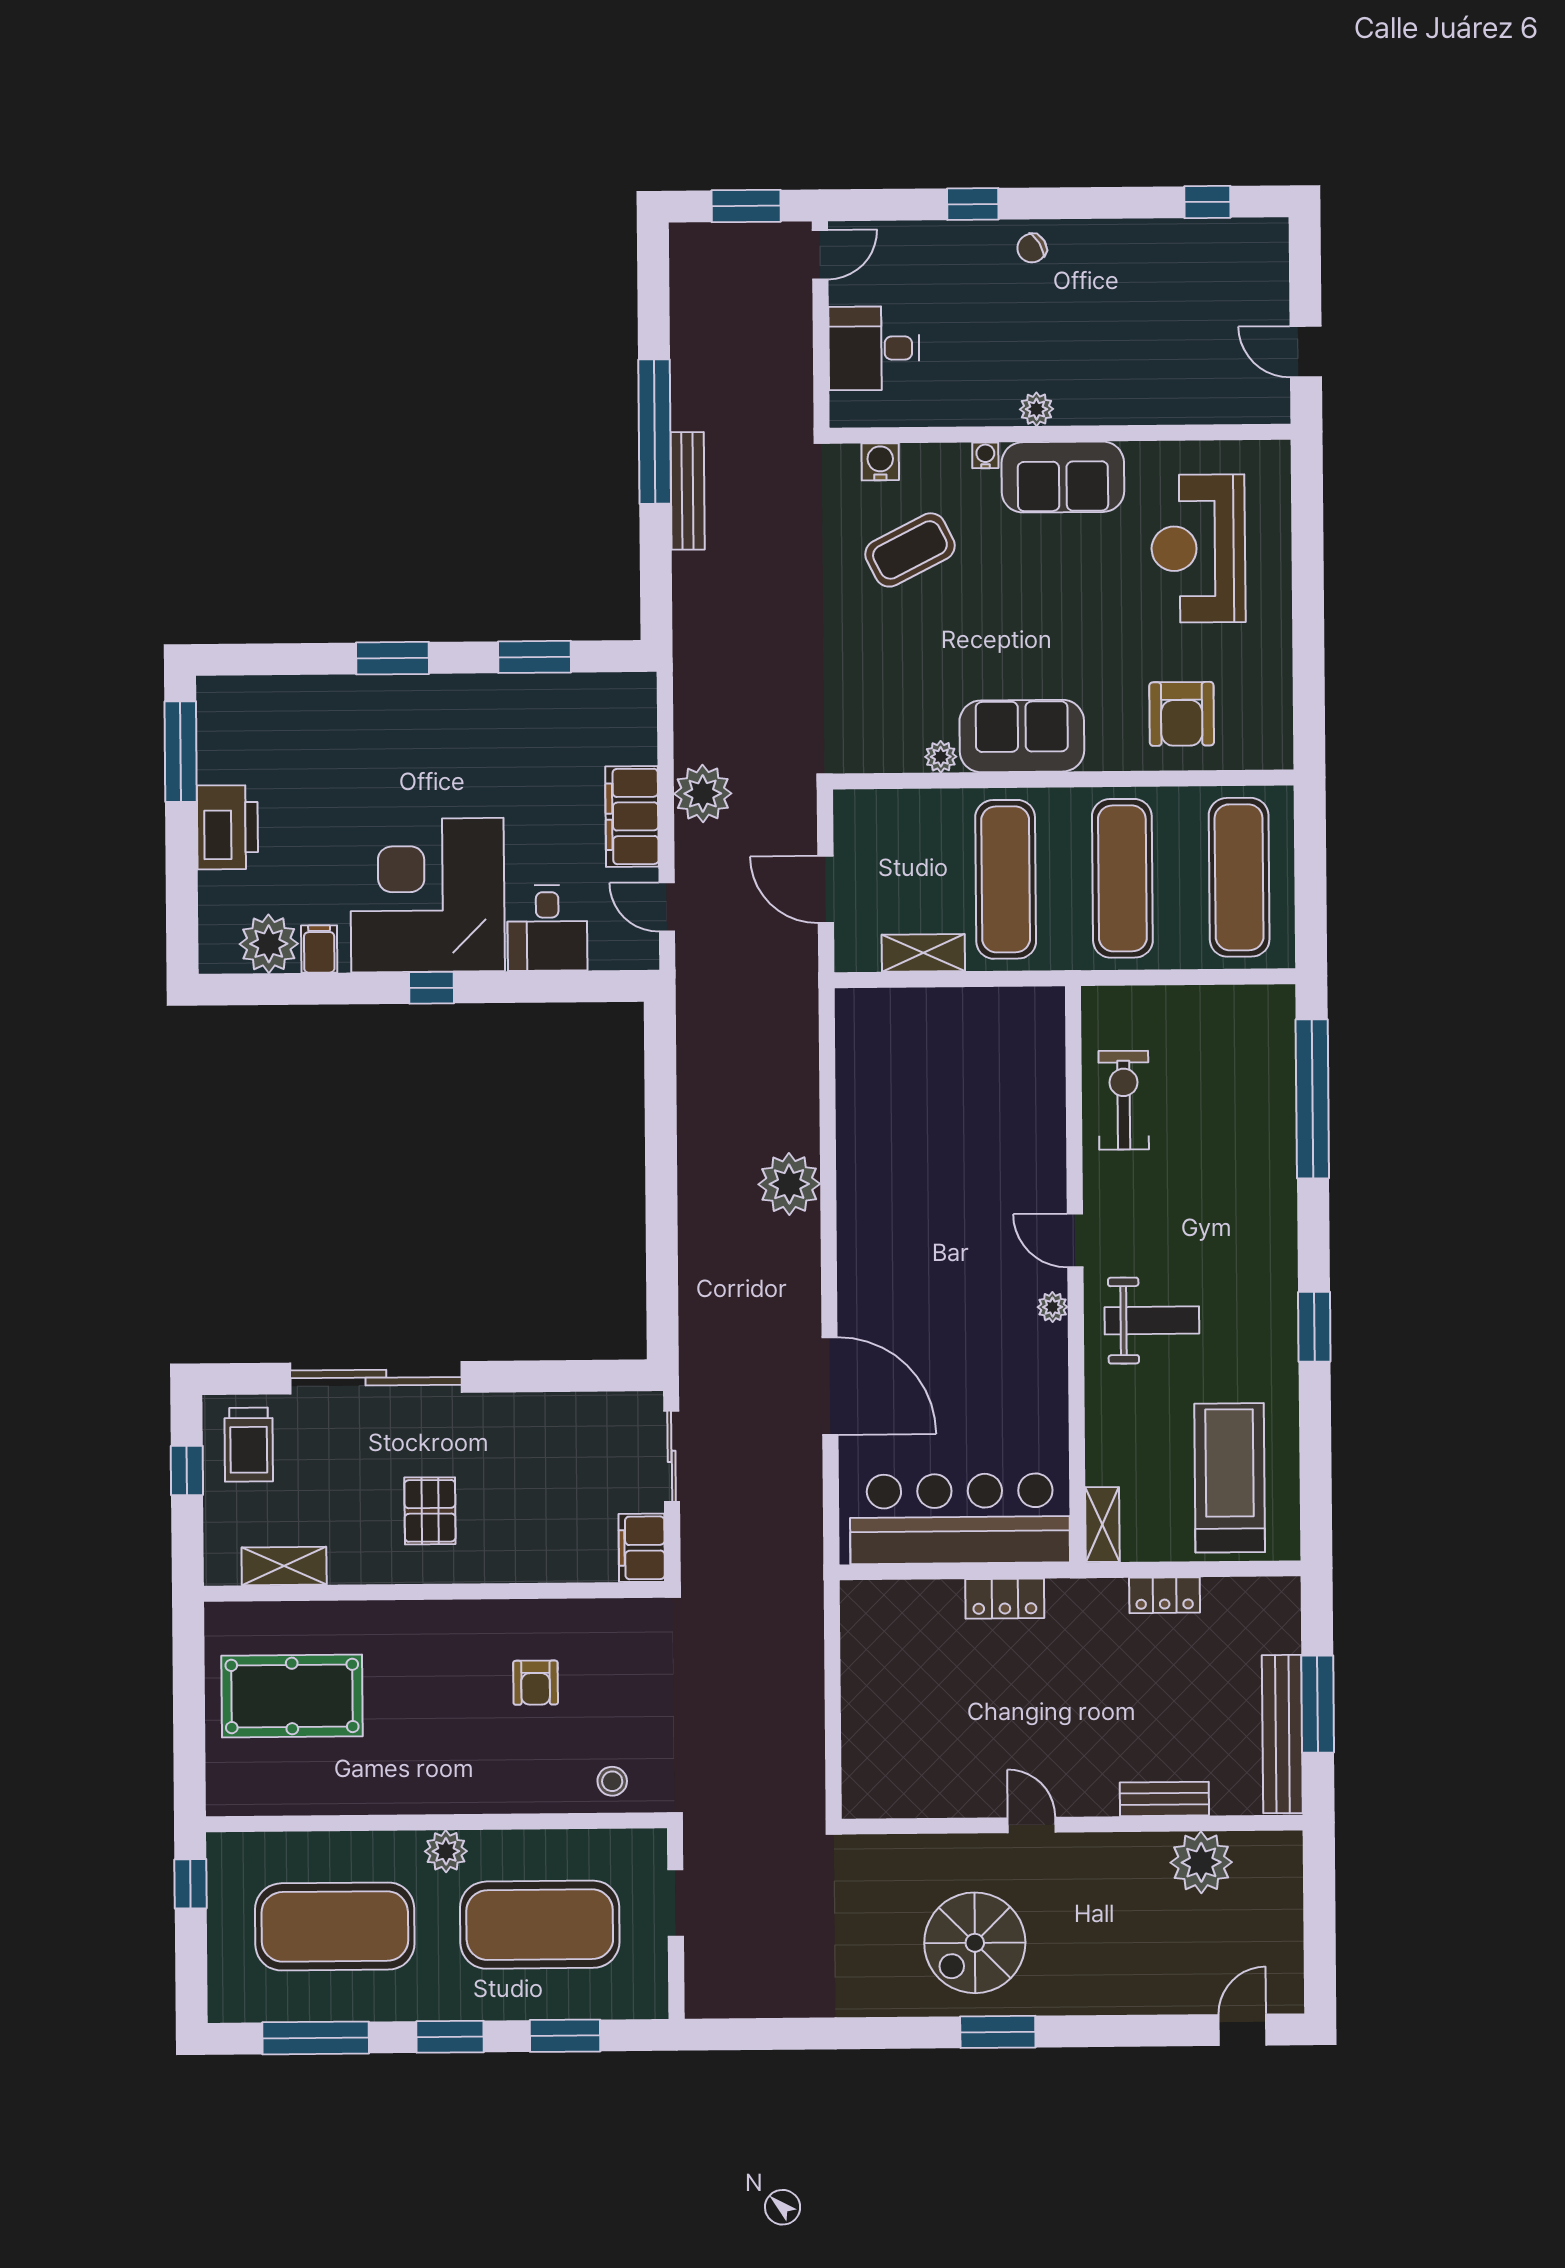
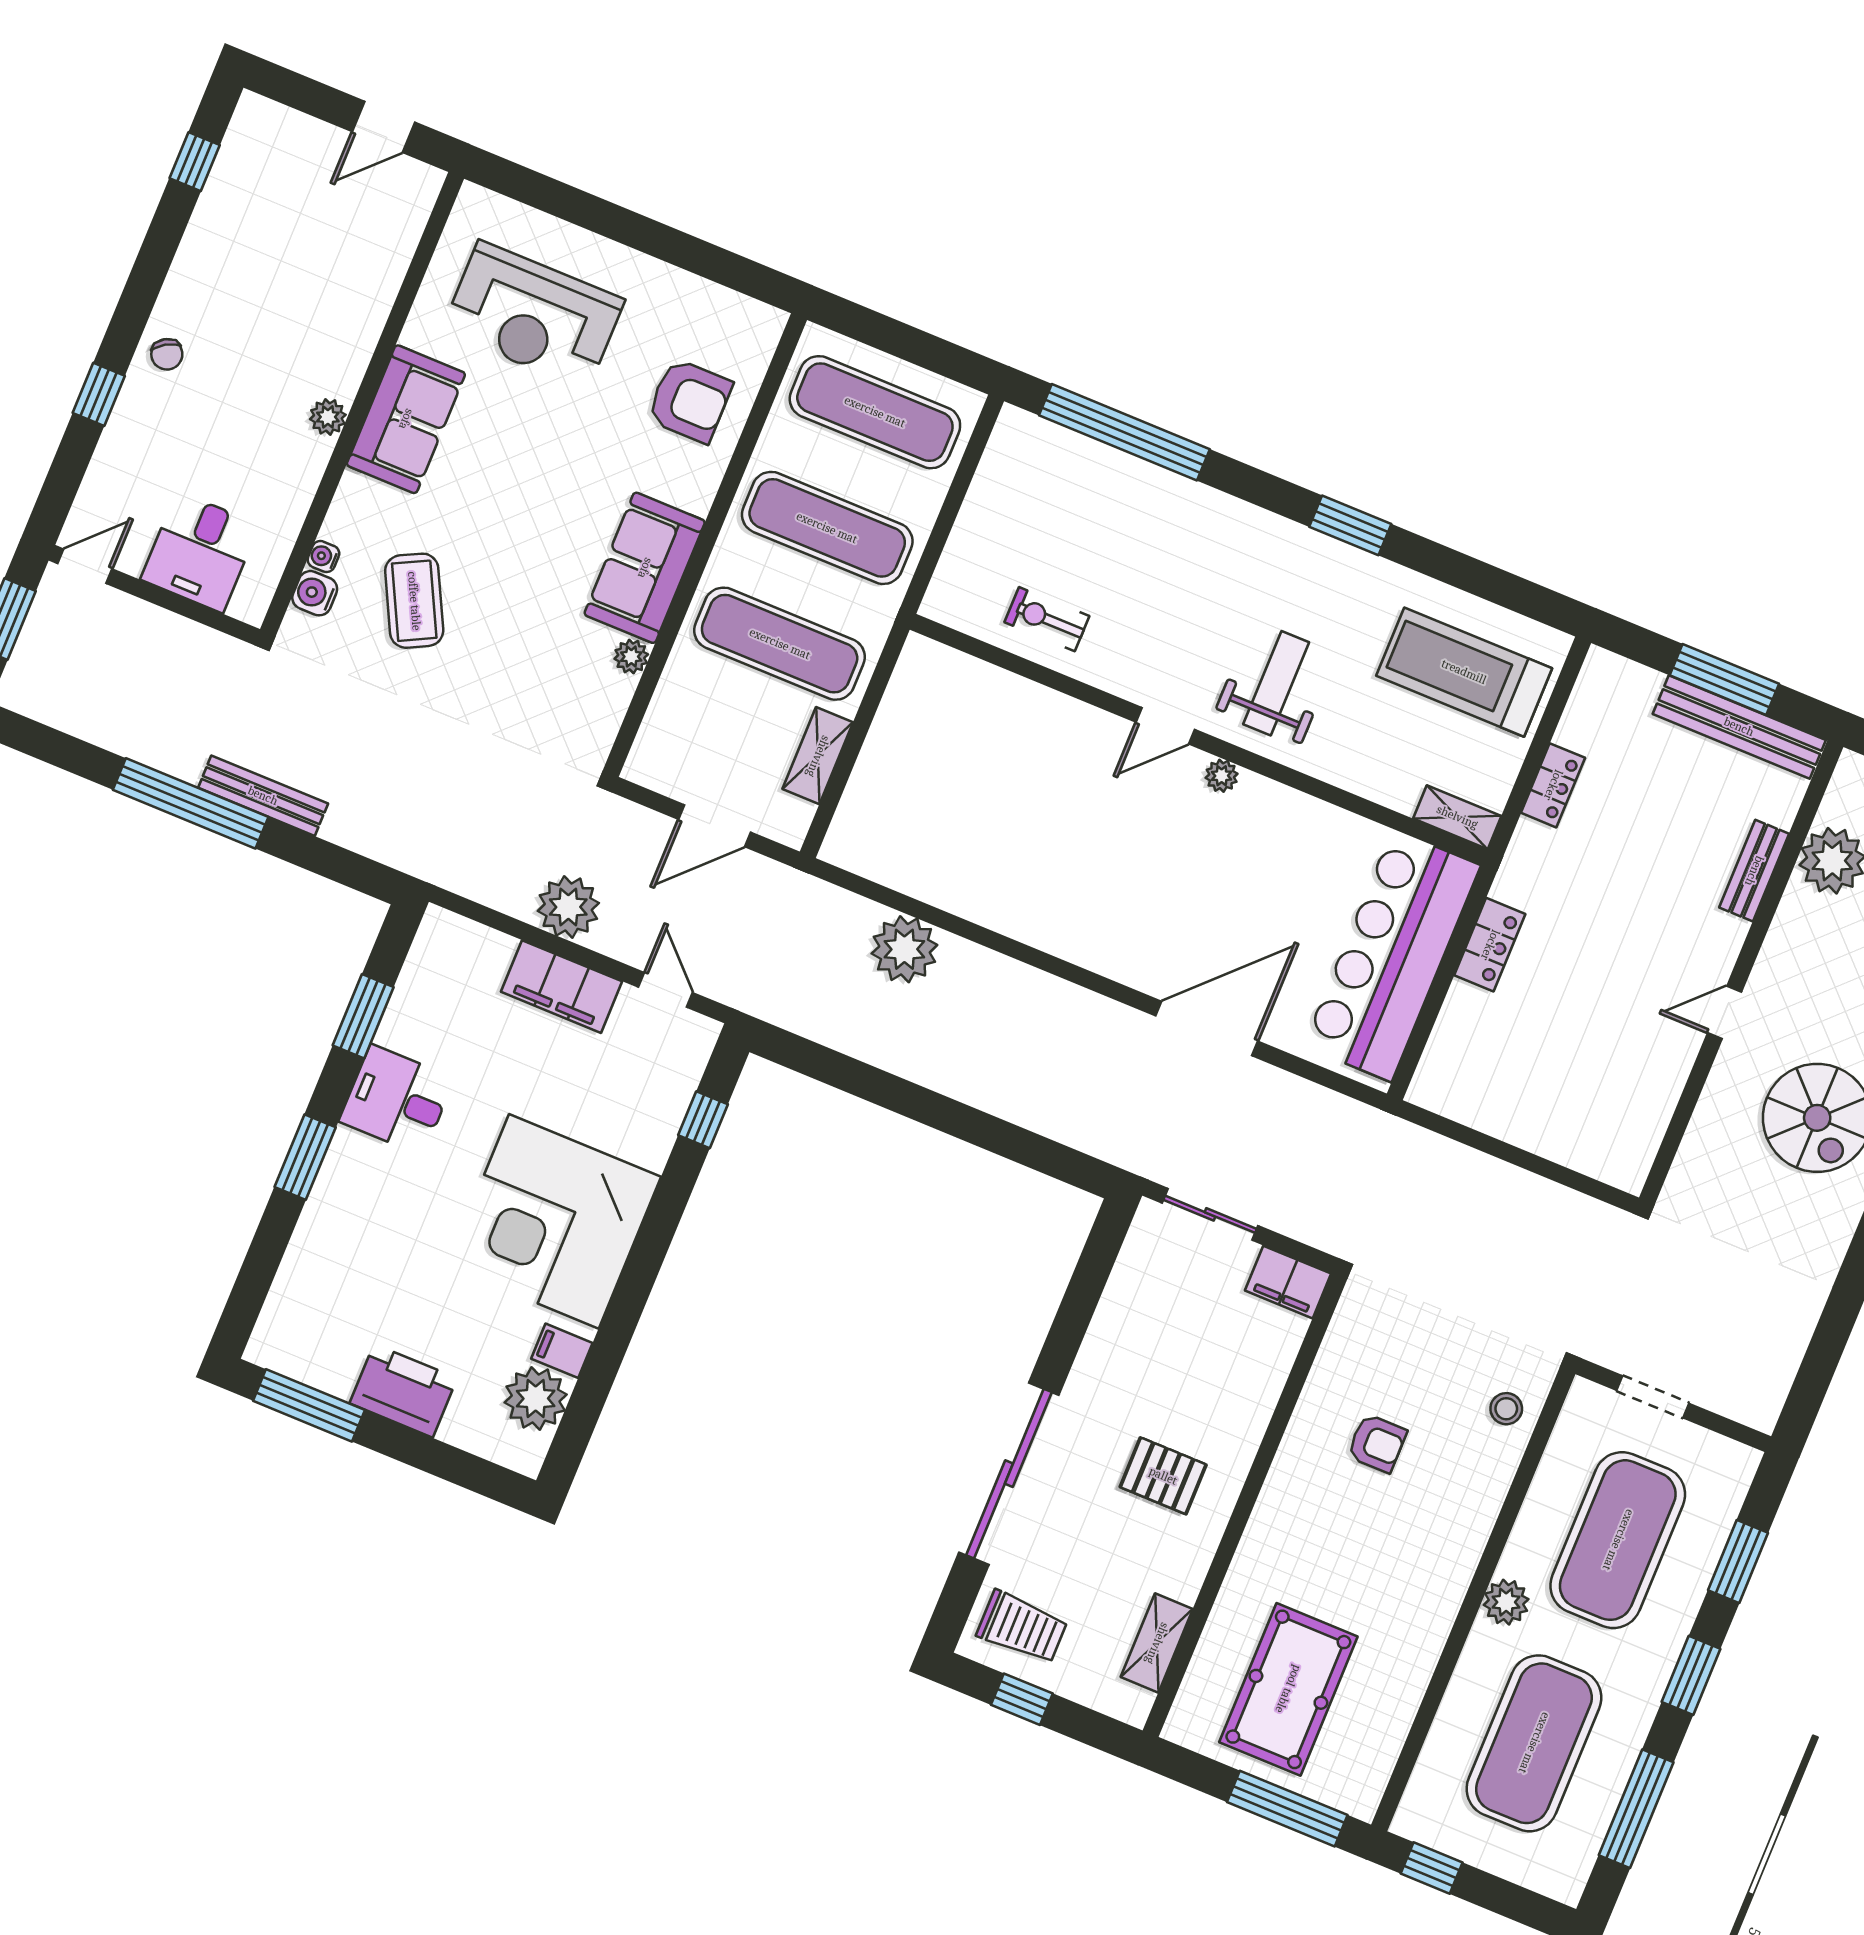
door: (820, 255) -> (85, 566), hinge flipped
water cooler: (985, 455) -> (323, 557), moved
door: (667, 907) -> (665, 990), swing flipped
desk: (547, 928) -> (397, 1100), moved, turned 180
window: (432, 988) -> (703, 1120), moved
exercise bike: (1124, 1100) -> (1047, 619), width x0.73, depth x0.72
plant: (789, 1184) -> (904, 949), moved
window: (189, 1738) -> (1287, 1809), added

